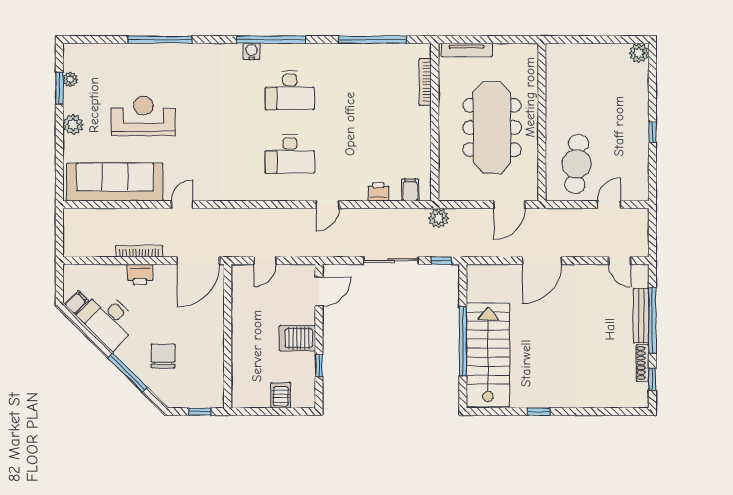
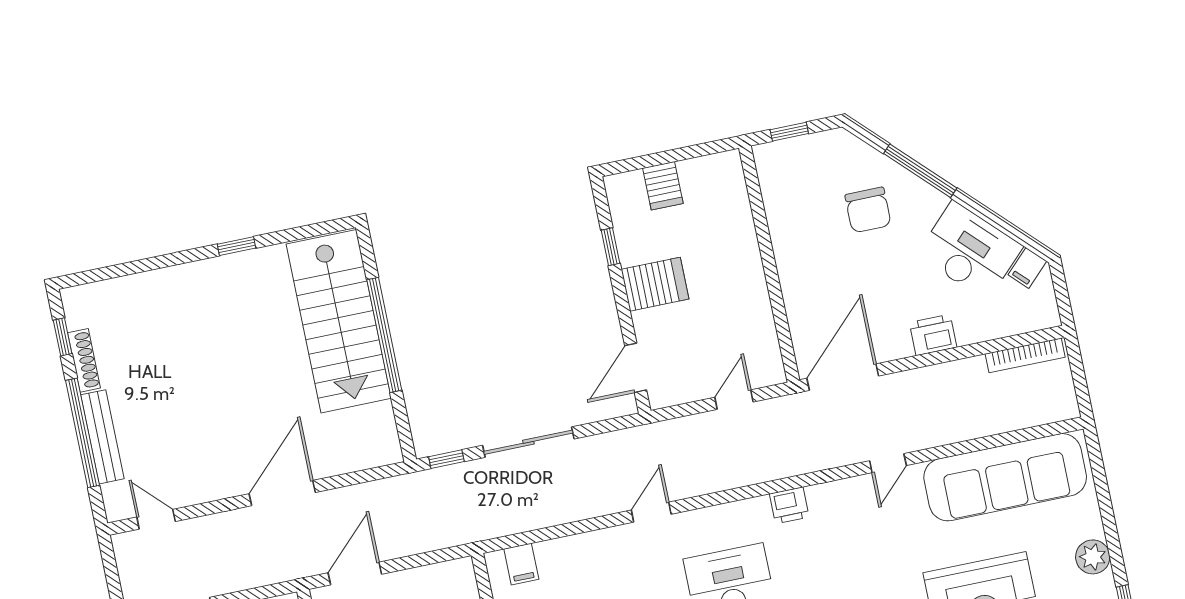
printer: (378, 192) -> (789, 505), moved
plant: (439, 218) -> (465, 528), removed
bookcase: (139, 251) -> (1025, 355), moved

